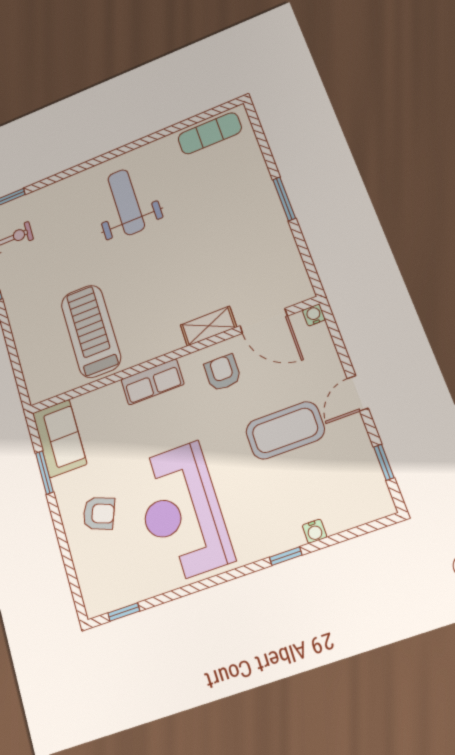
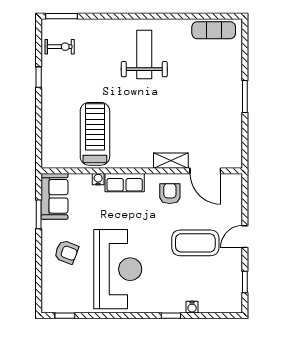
water cooler: (314, 315) -> (98, 179), moved
reception desk: (181, 512) -> (118, 269), turned 180

